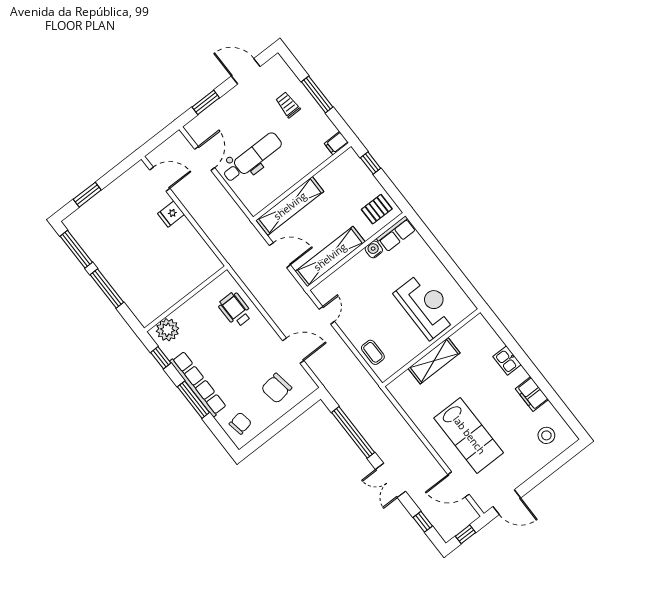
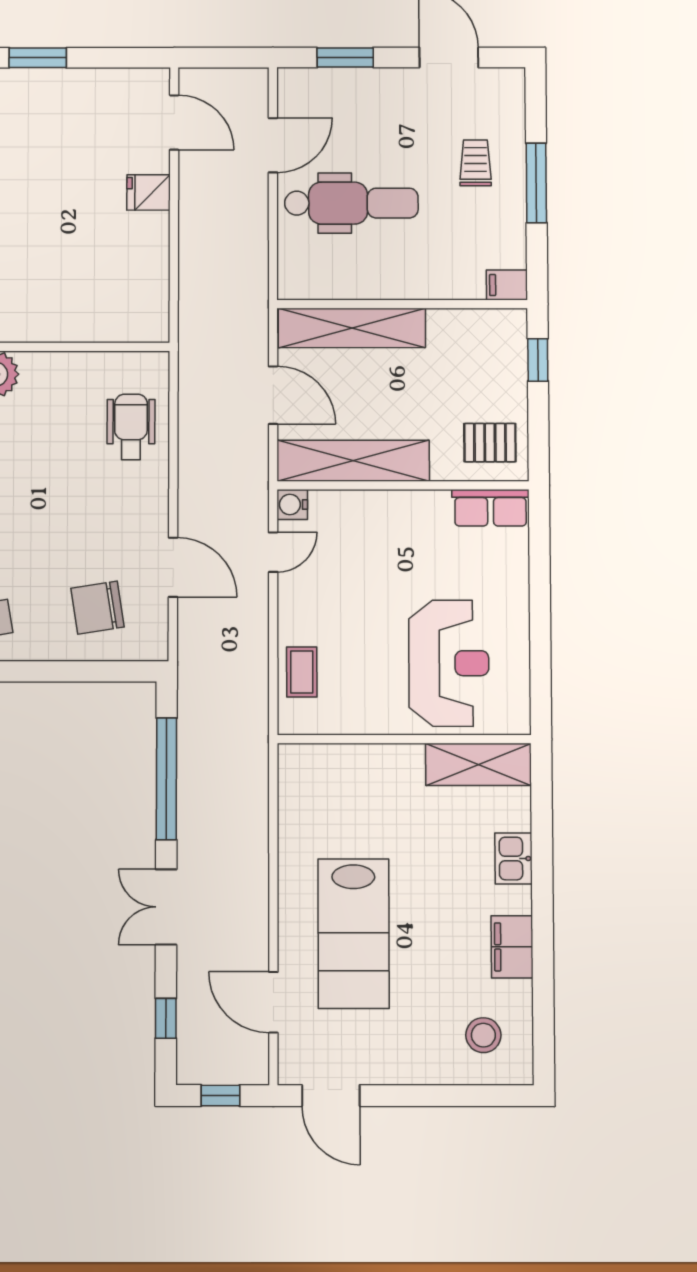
water cooler: (374, 249) -> (292, 505), moved, turned -90
shelving: (434, 361) -> (478, 764), moved

